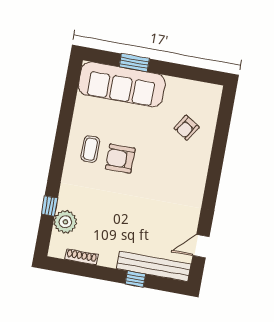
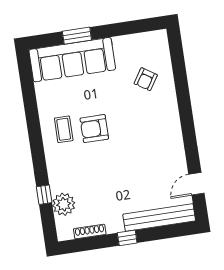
window: (135, 279) -> (127, 238), moved

